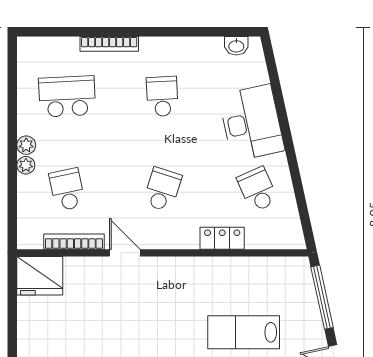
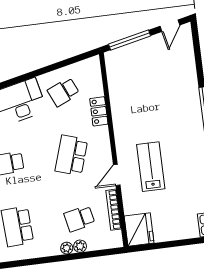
plant: (26, 145) -> (80, 246), moved
school desk: (162, 190) -> (71, 155), width x1.85
lab bench: (244, 332) -> (151, 167), moved, turned 180

